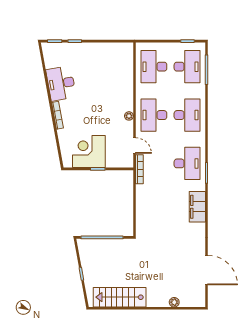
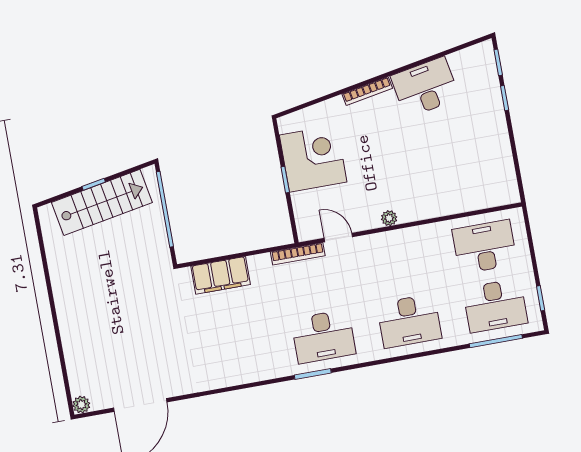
desk: (154, 115) -> (399, 262), removed
door: (134, 146) -> (338, 237), swing flipped
filing cabinet: (197, 207) -> (221, 275), moved, turned 180
stairs: (120, 297) -> (102, 202), moved, turned 80
plant: (174, 302) -> (81, 405), moved

